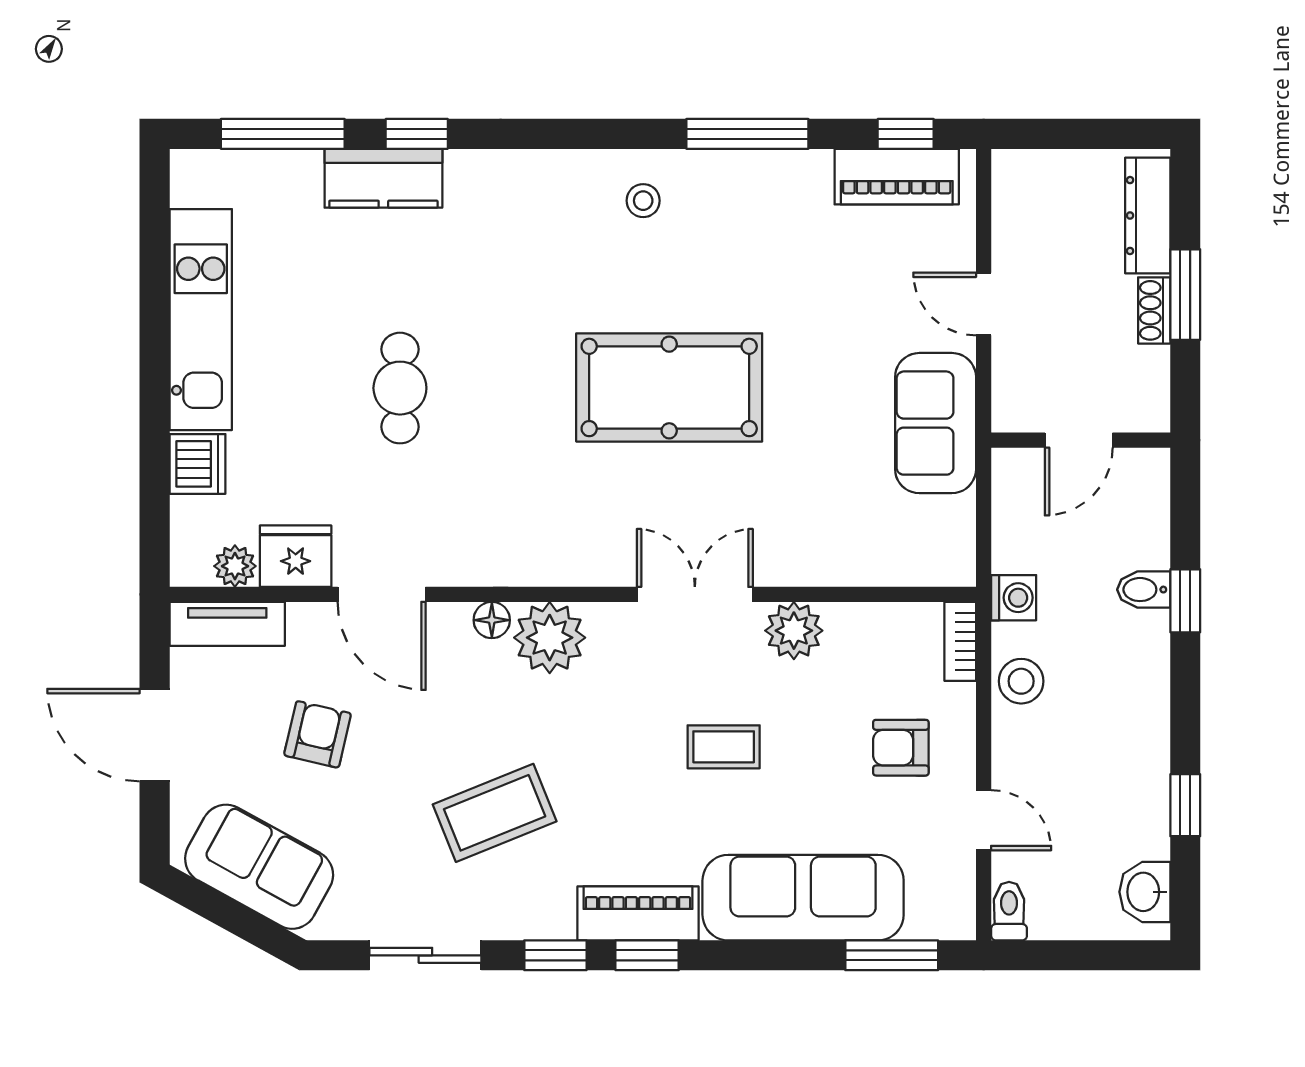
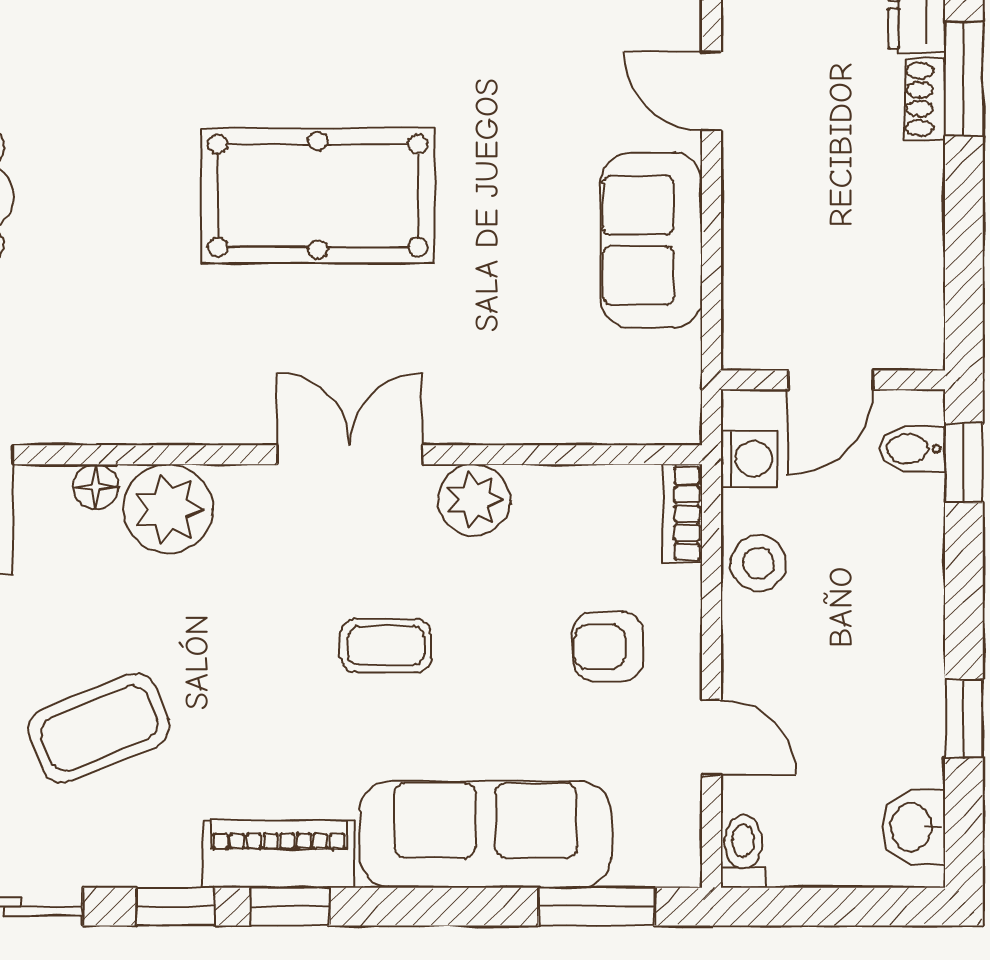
door: (1079, 440) -> (831, 380), moved
wall: (1081, 440) -> (833, 380), moved

